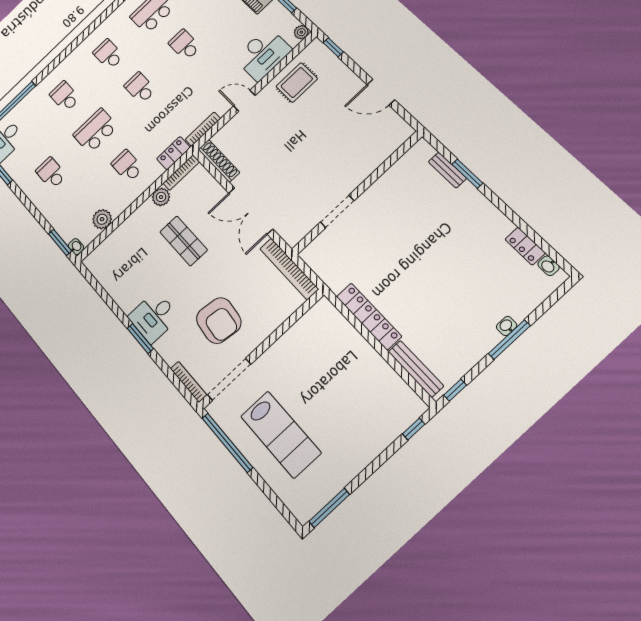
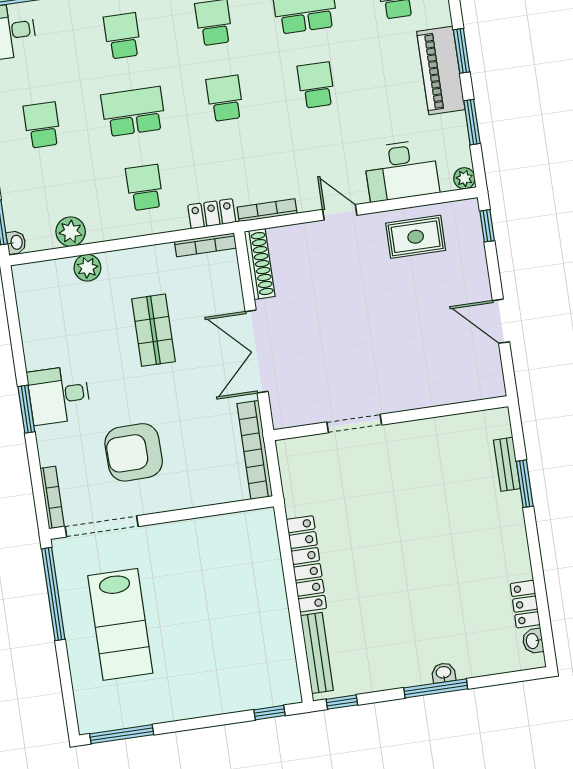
plant: (161, 197) -> (87, 268), moved
armchair: (219, 321) -> (134, 452), turned 82

